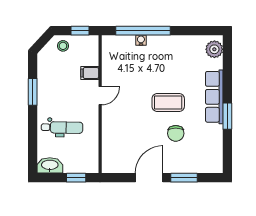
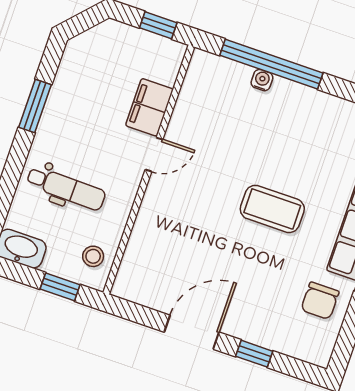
stool: (63, 46) -> (93, 256), moved
filing cabinet: (90, 73) -> (149, 107), width x2.00
chair: (176, 133) -> (320, 301), moved
window: (184, 178) -> (254, 354), width x0.67

